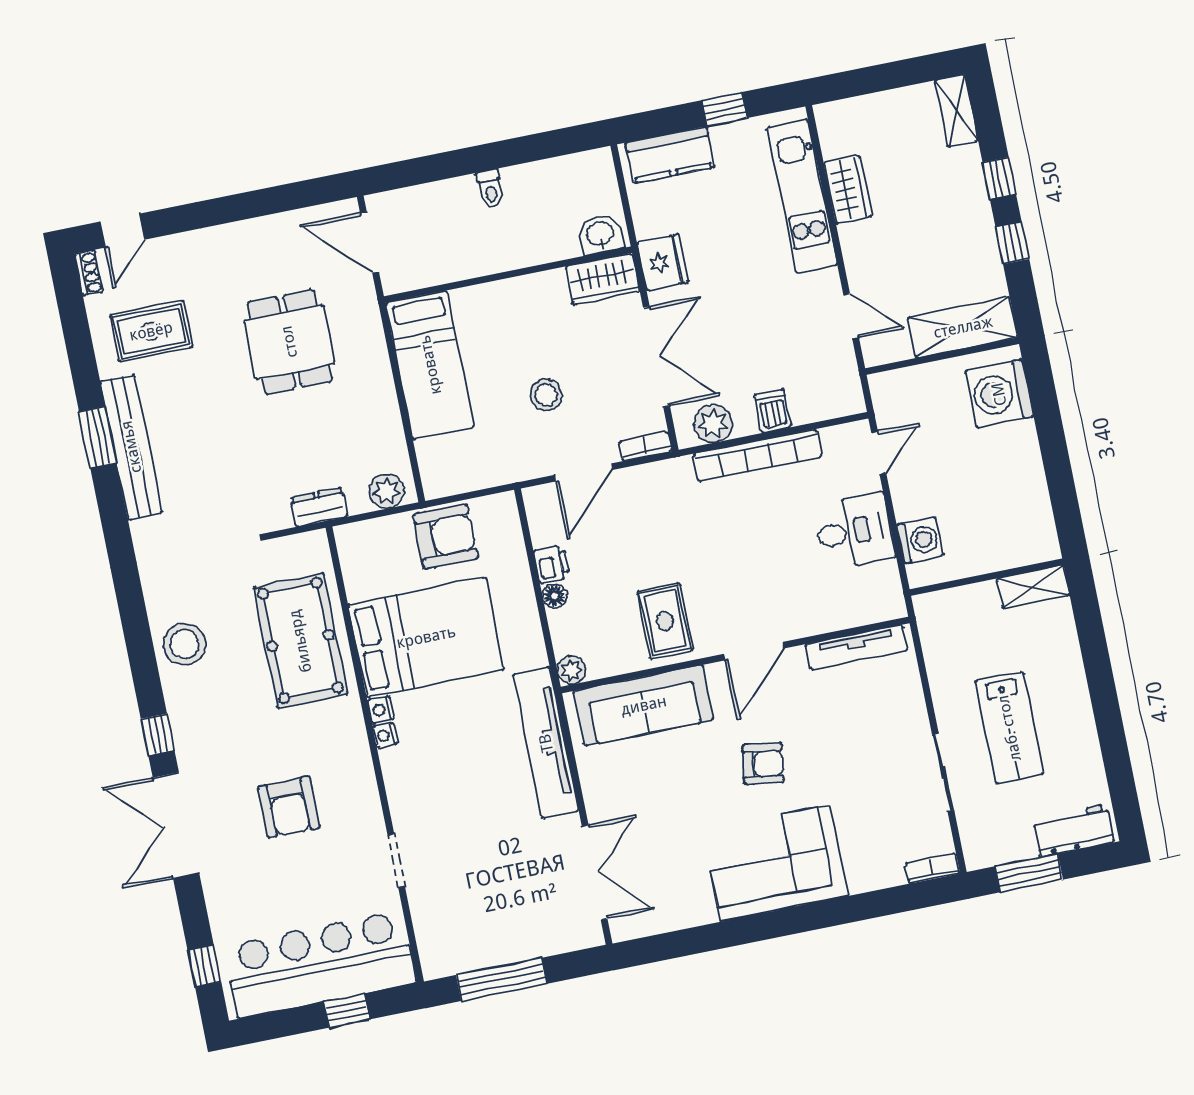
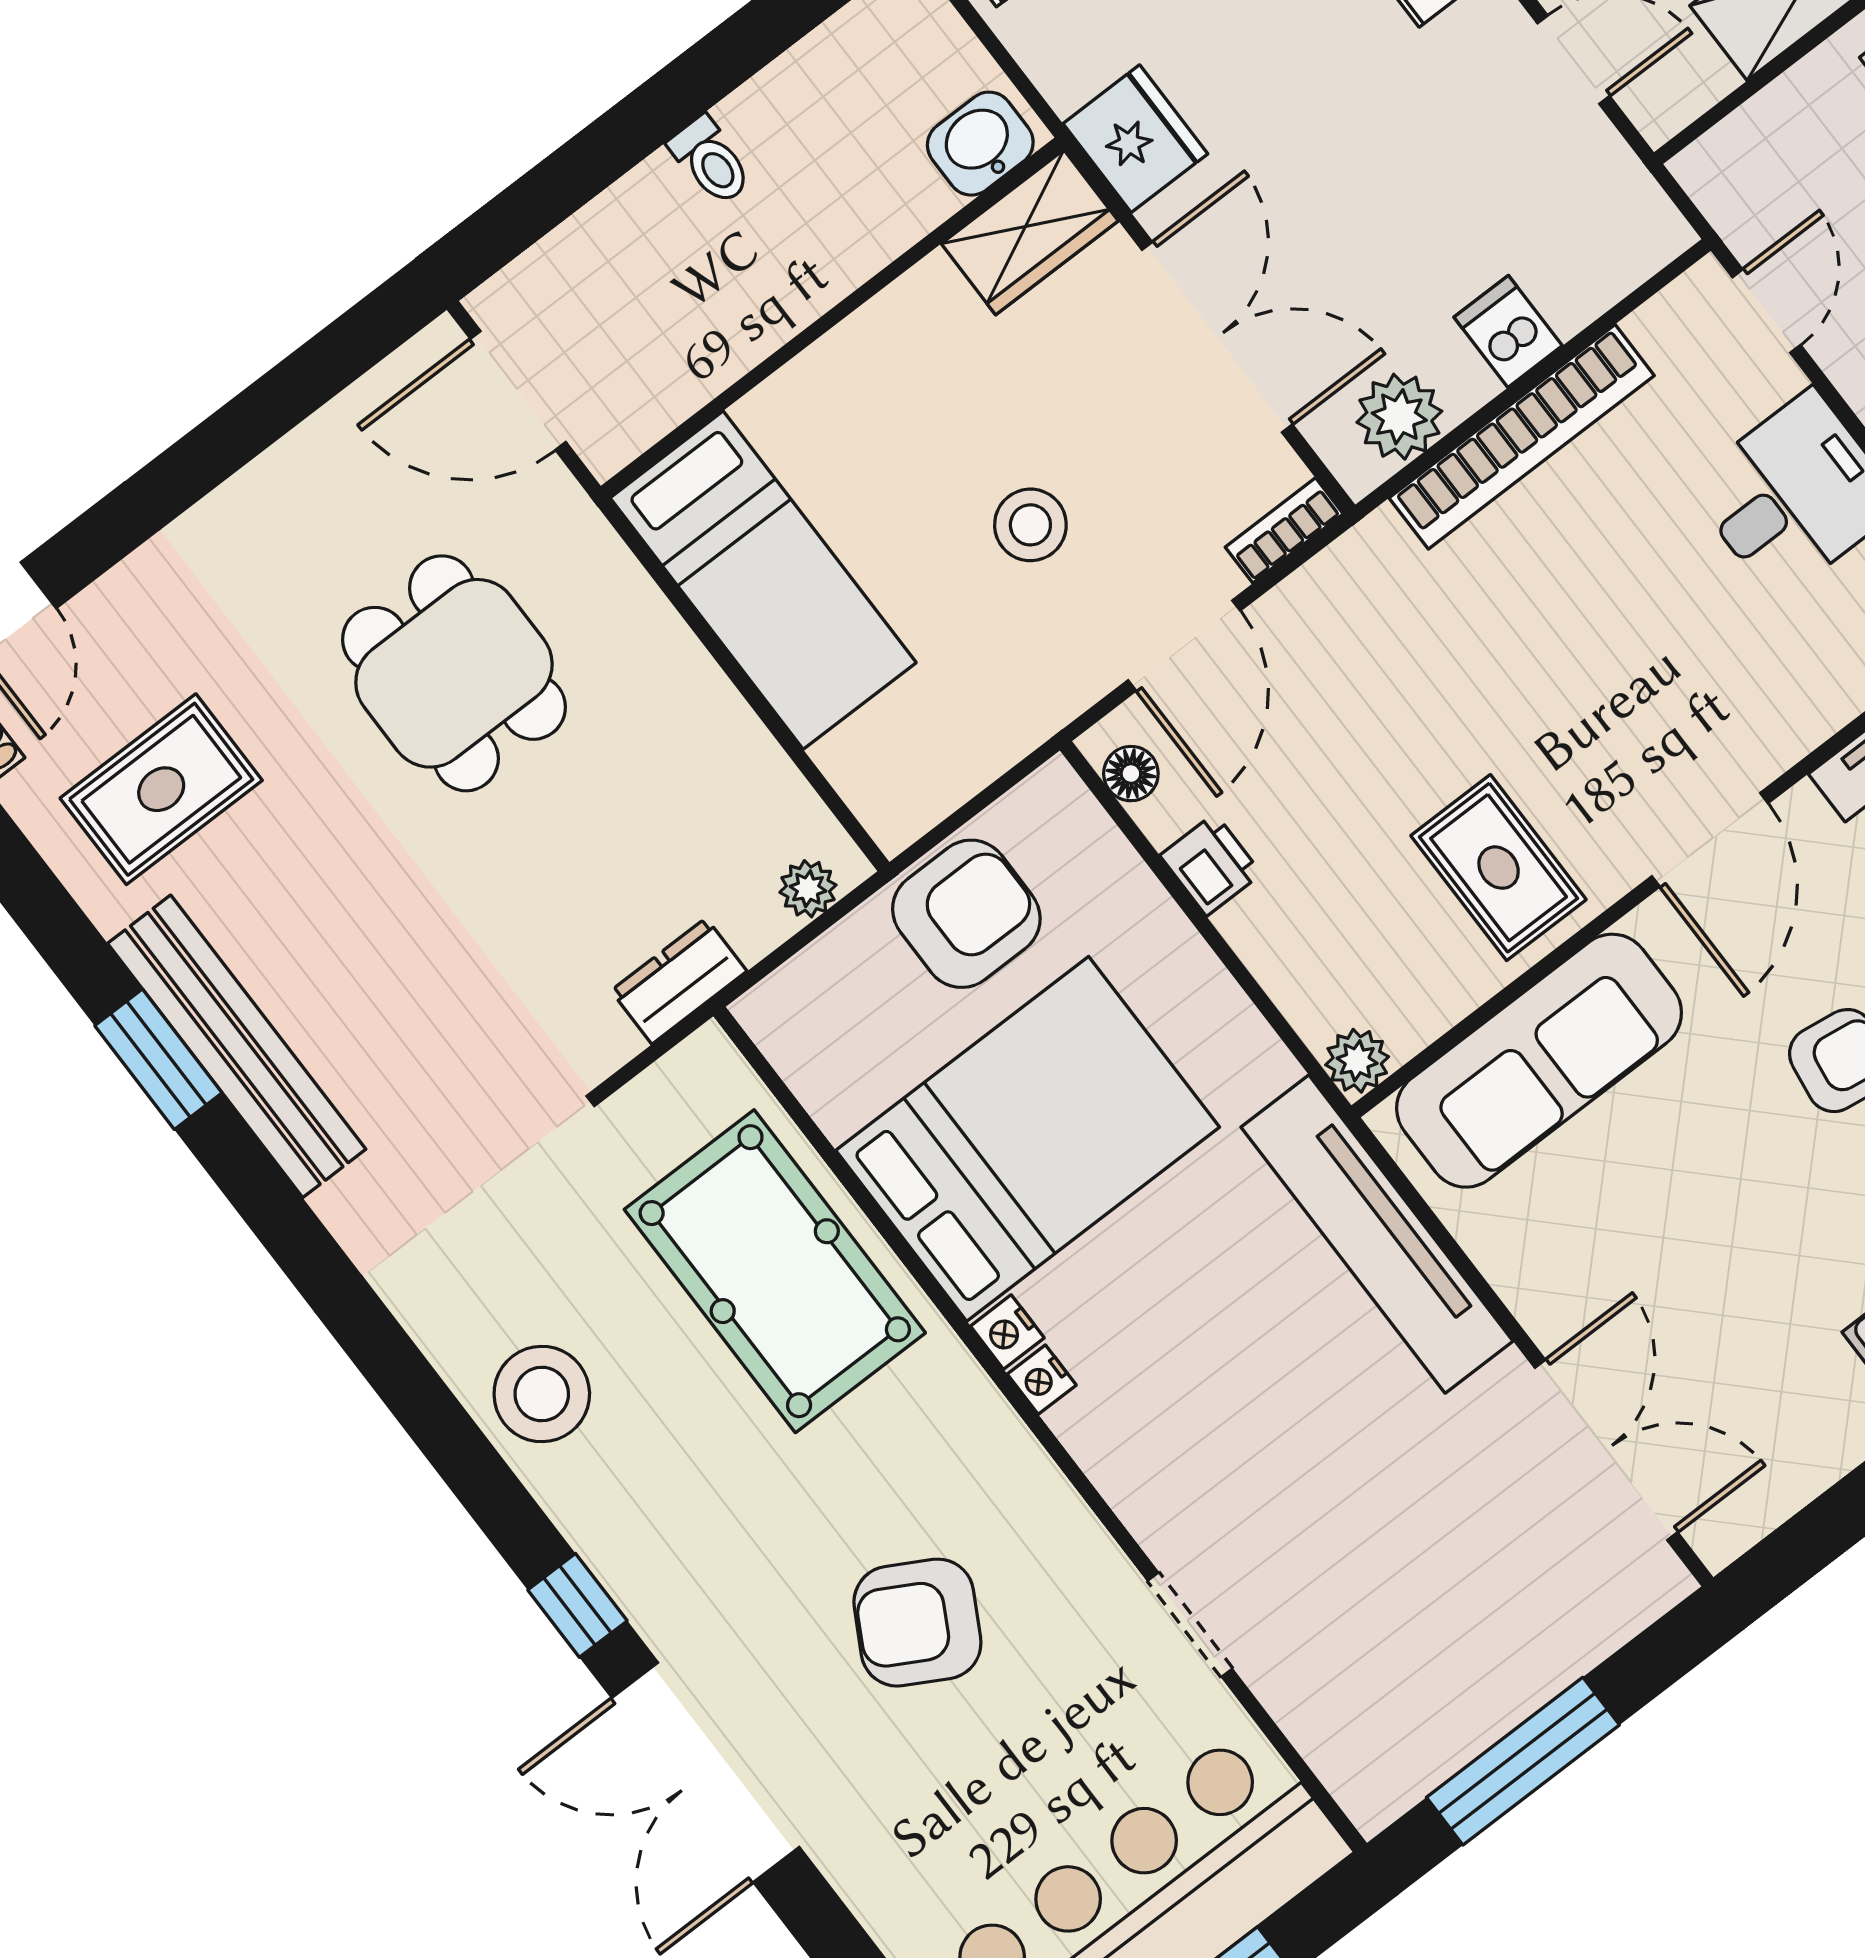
plant: (387, 491) -> (808, 889), width x0.73, depth x0.73
floor lamp: (555, 596) -> (1131, 774), moved
armchair: (289, 807) -> (917, 1623), turned 119

